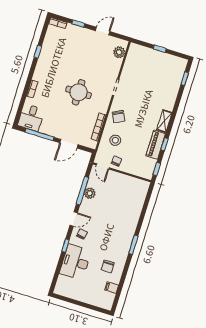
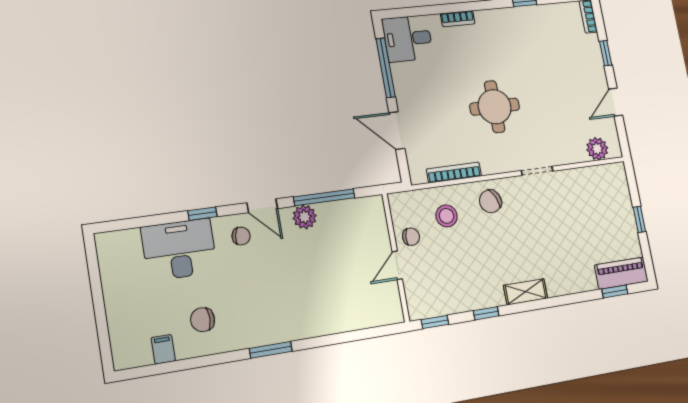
door: (103, 31) -> (616, 102), swing flipped
piano: (156, 145) -> (621, 273), moved
door: (103, 166) -> (397, 265), moved
plant: (90, 193) -> (305, 217), moved

